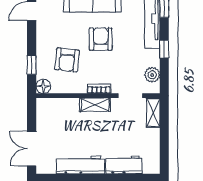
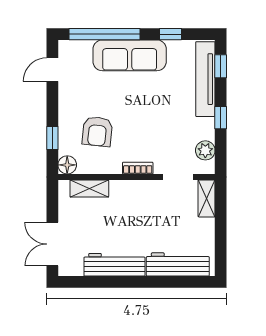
armchair: (101, 39) -> (140, 105), removed
shelving: (95, 105) -> (89, 188), moved
workbench: (124, 165) -> (178, 264), width x1.38

